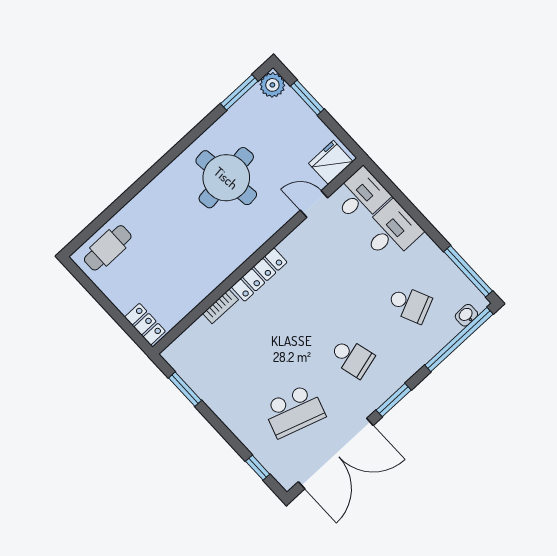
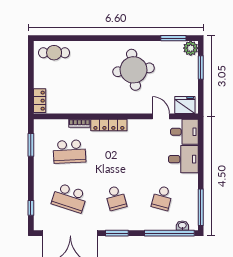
school desk: (409, 304) -> (162, 198), turned 39
school desk: (241, 353) -> (69, 152), added

